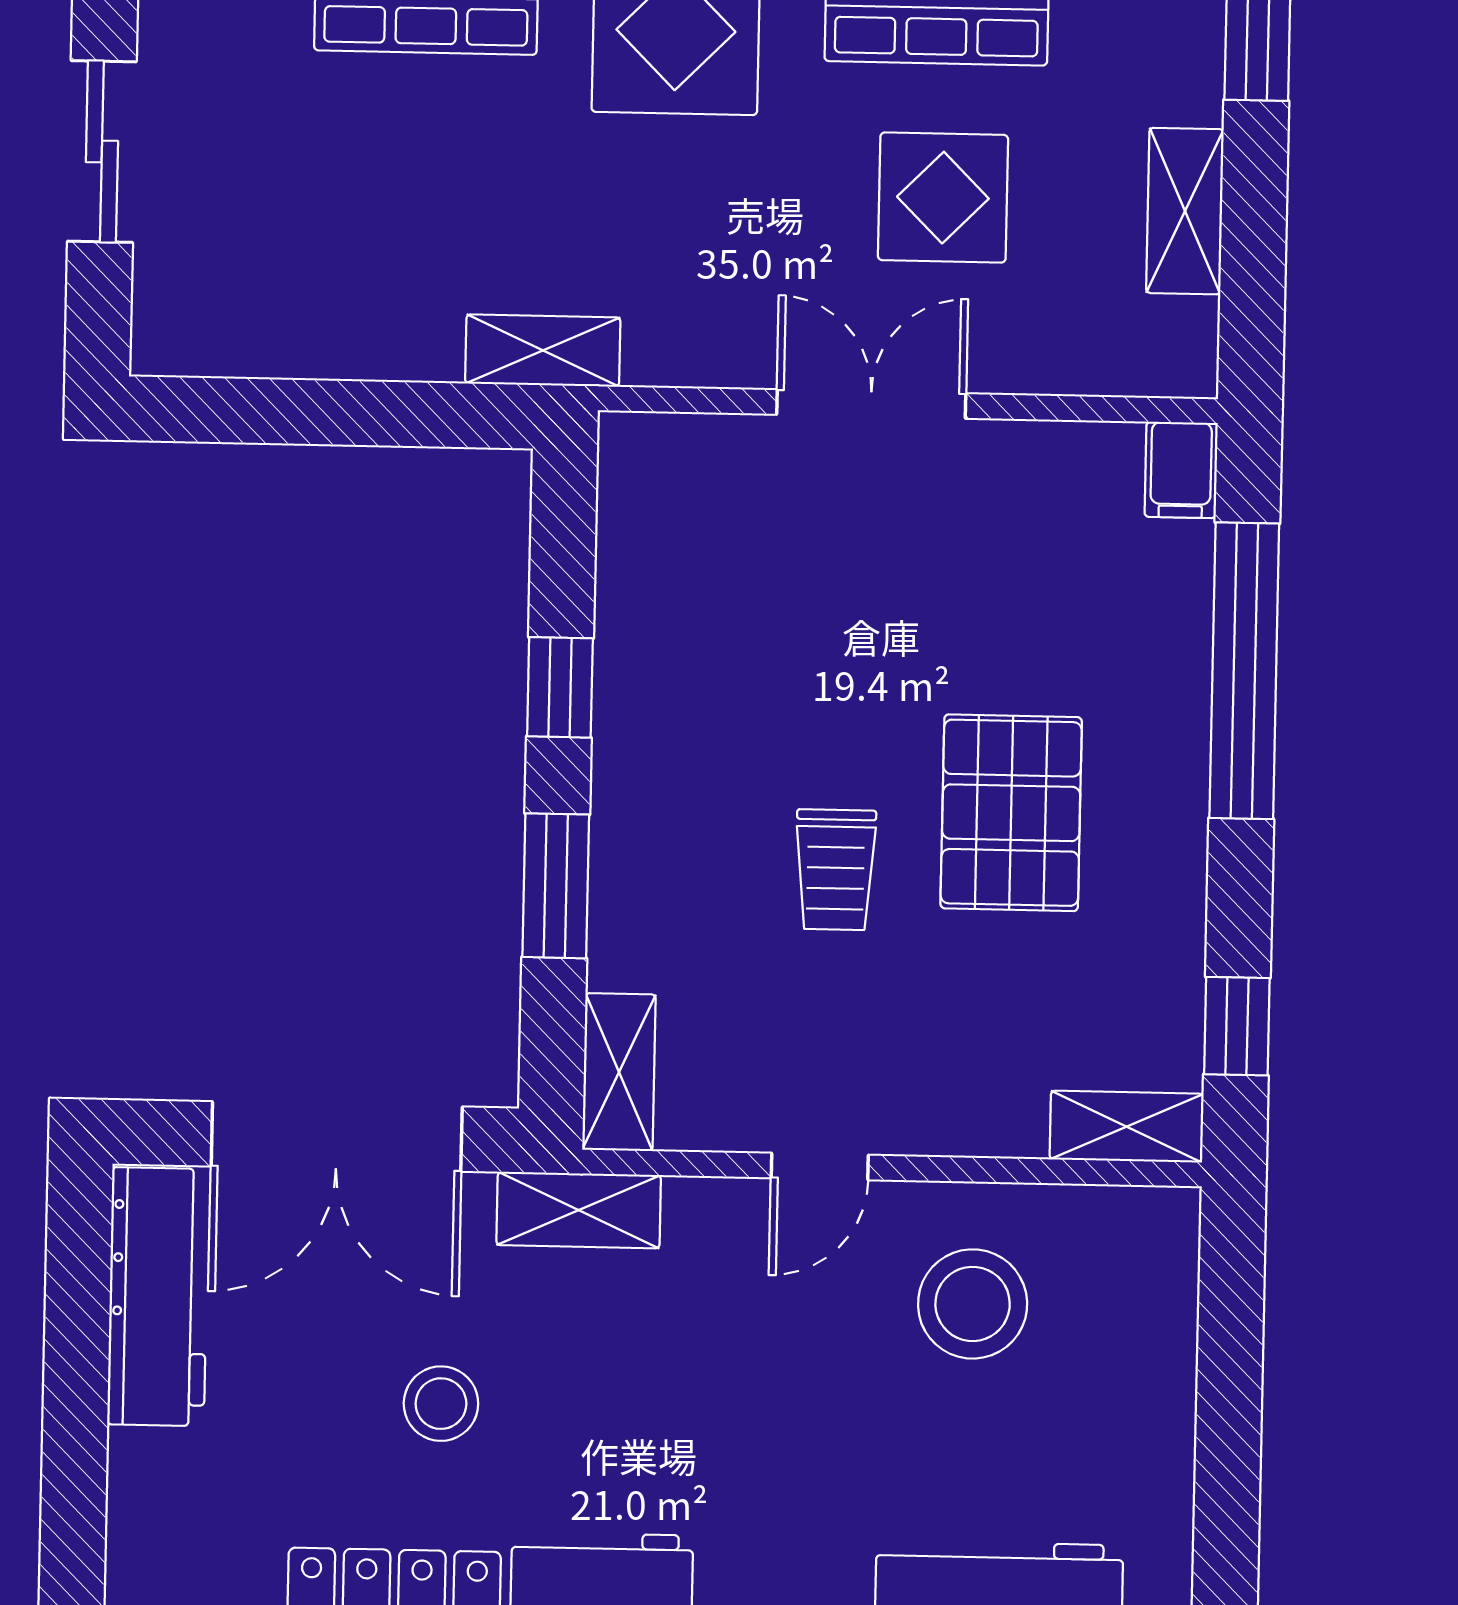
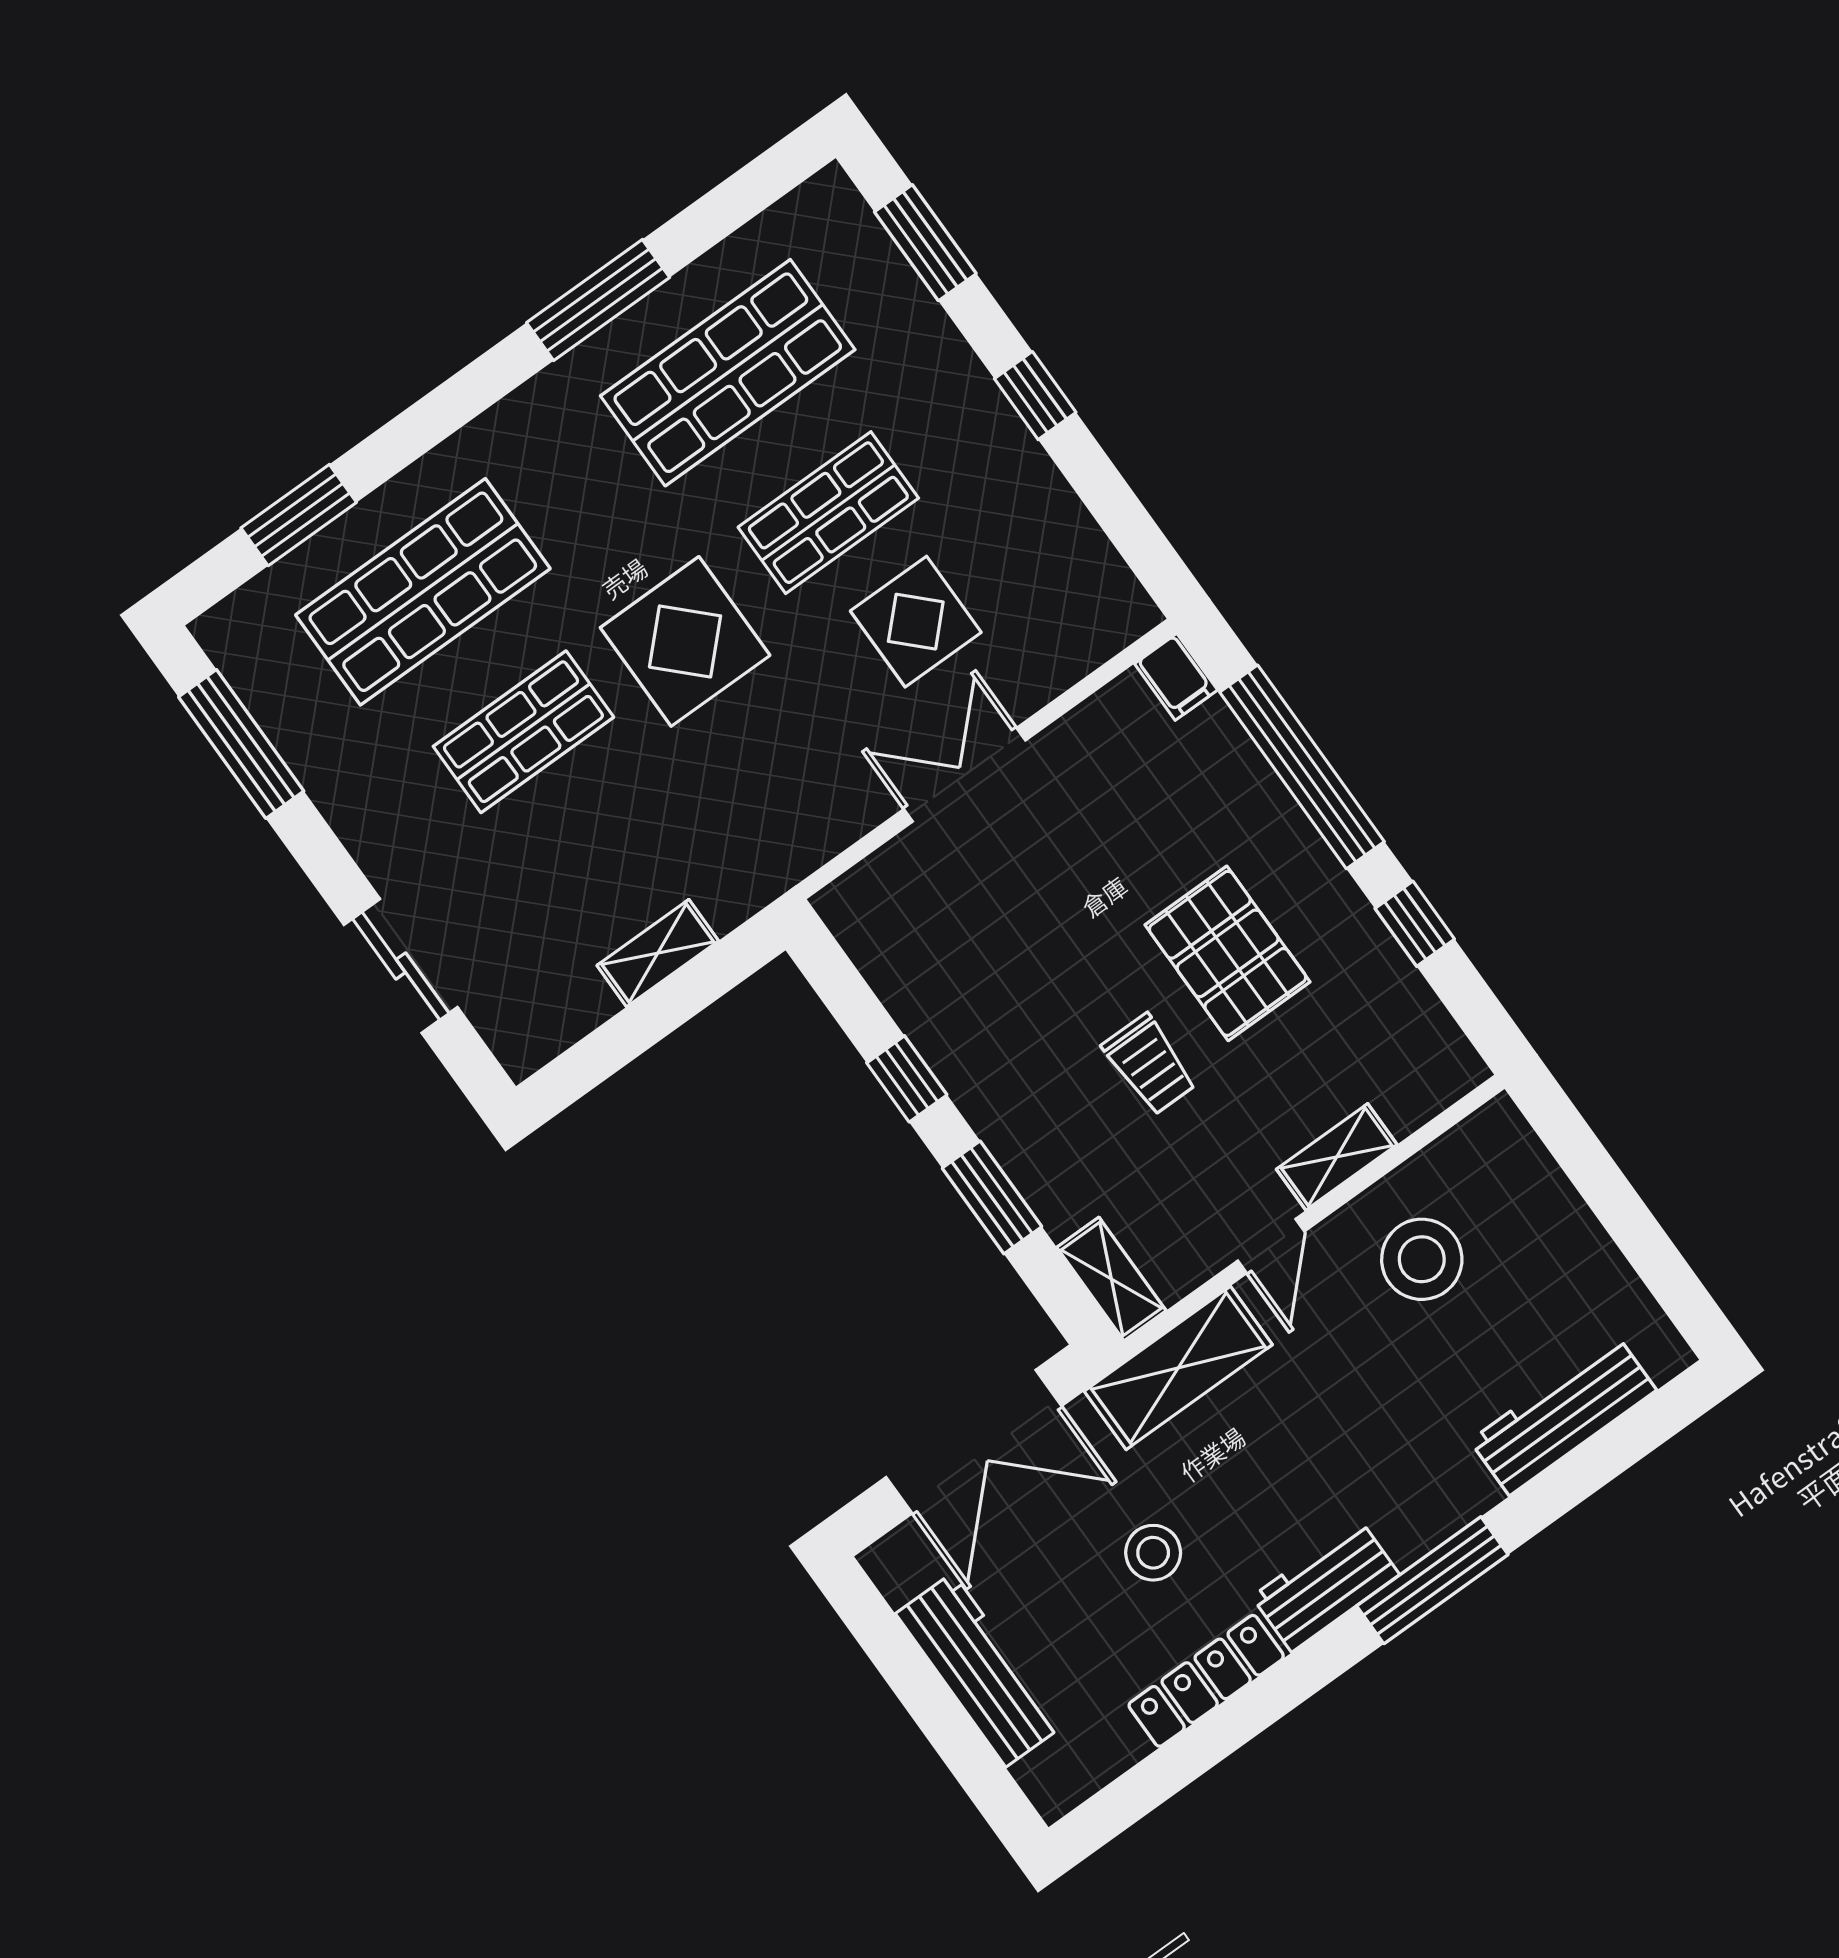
shelving: (1185, 211) -> (1064, 523), removed
shelving: (543, 350) -> (658, 953), moved
window: (1237, 1026) -> (1415, 924), moved
shelving: (1127, 1127) -> (1337, 1157), moved
shelving: (579, 1210) -> (1178, 1368), width x1.50, depth x1.33
workbench: (158, 1297) -> (979, 1670), moved

